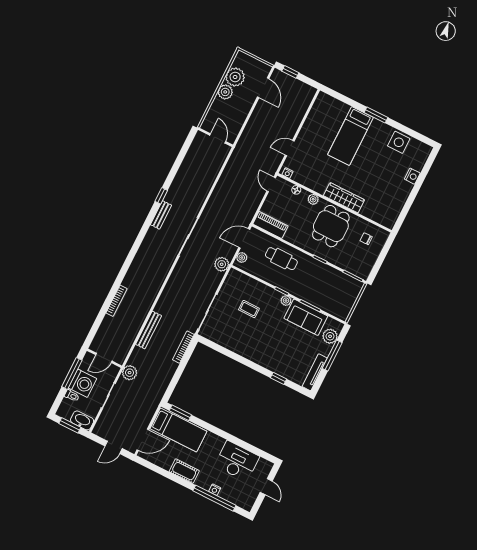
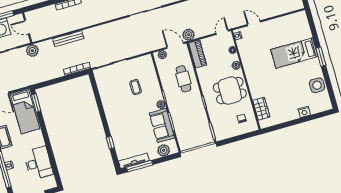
wardrobe: (344, 198) -> (261, 109), moved, width x0.67
plant: (222, 264) -> (189, 35), moved
window: (332, 355) -> (140, 166), moved

